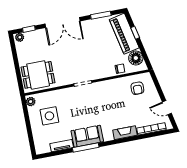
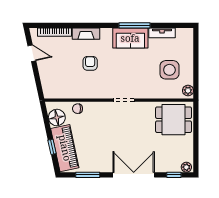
armchair: (137, 88) -> (90, 63), moved

